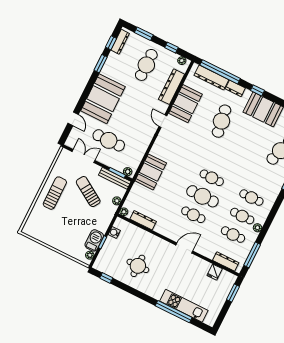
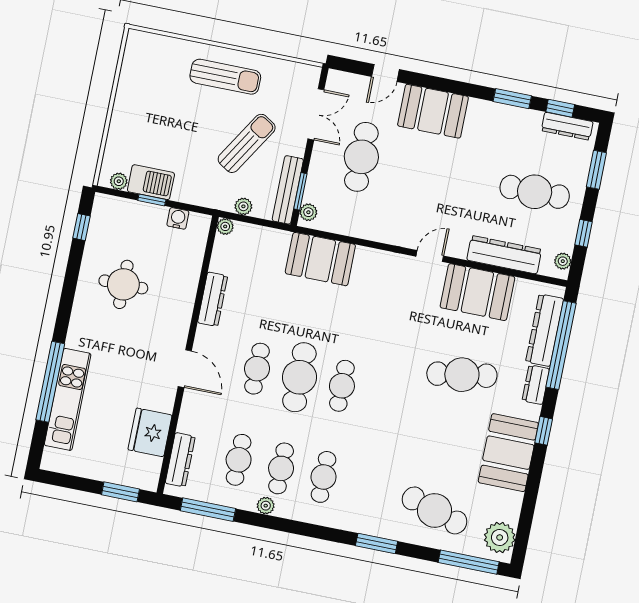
booth: (103, 99) -> (433, 111), width x0.73, depth x0.70
dresser: (143, 220) -> (213, 299), moved
fridge: (215, 272) -> (150, 432), width x1.88, depth x1.34

